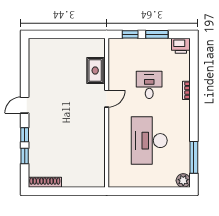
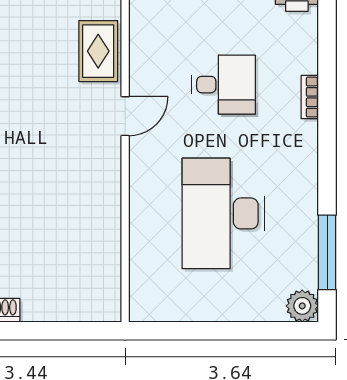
desk: (149, 85) -> (223, 85), turned 90

